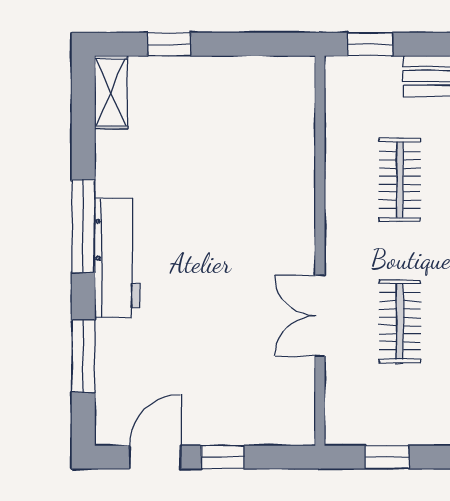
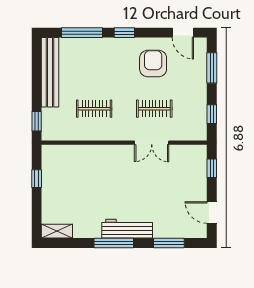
window: (169, 44) -> (37, 179), moved
window: (222, 457) -> (212, 168), moved

